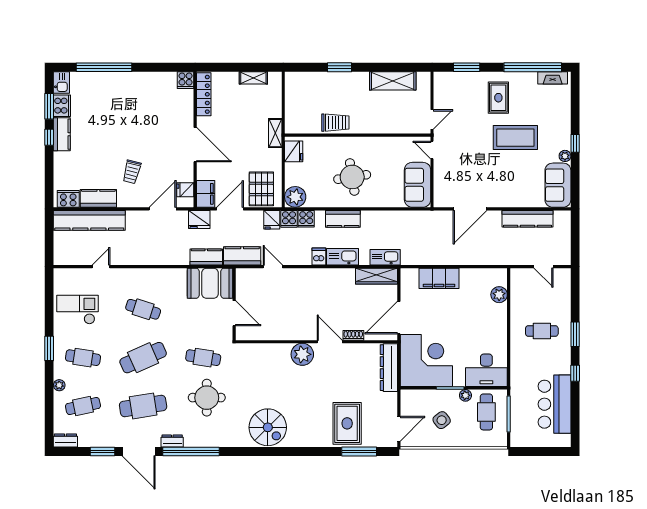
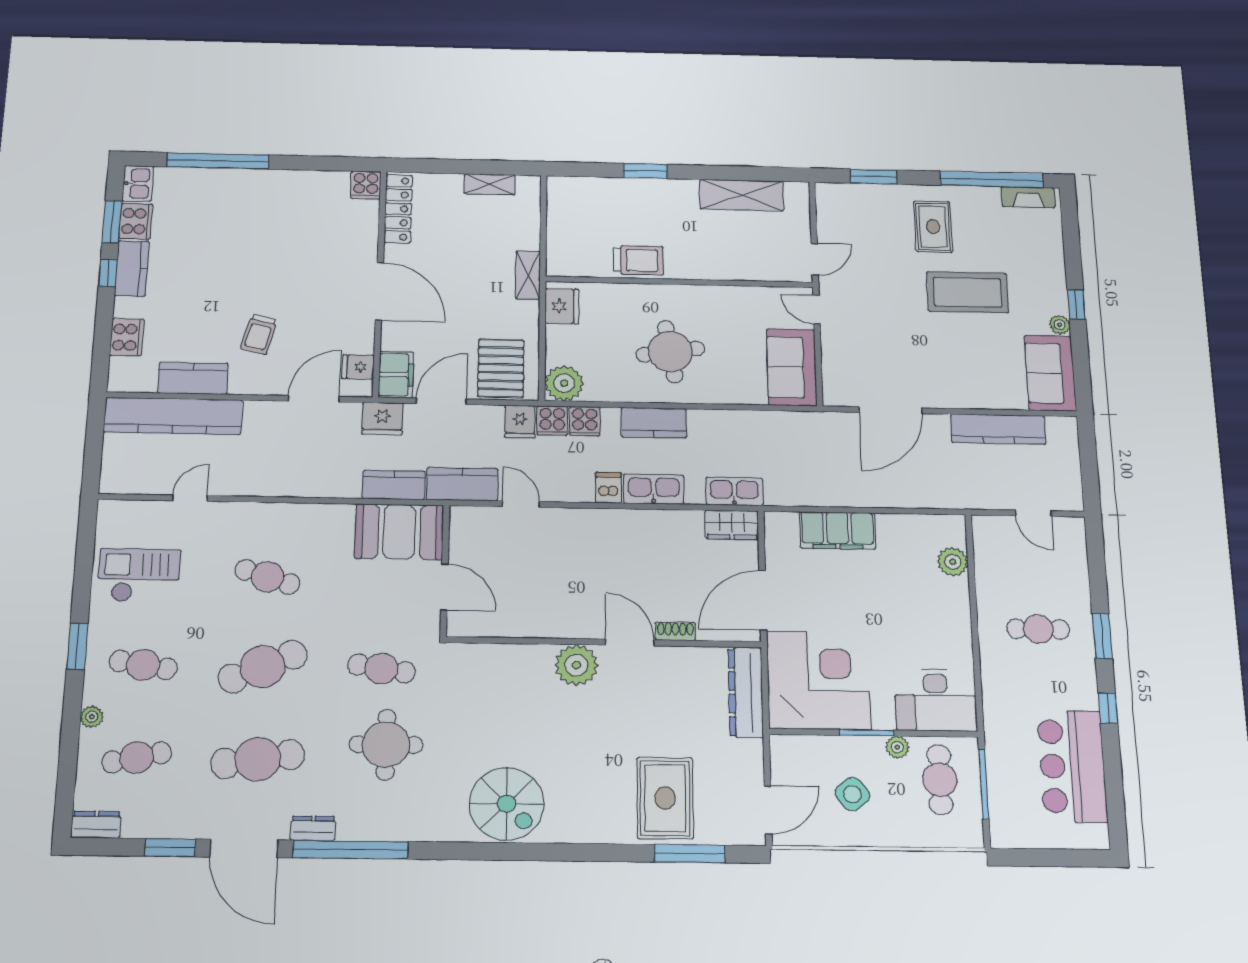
cooker: (68, 199) -> (127, 337), moved, turned 90
wardrobe: (377, 276) -> (732, 525), width x0.67

